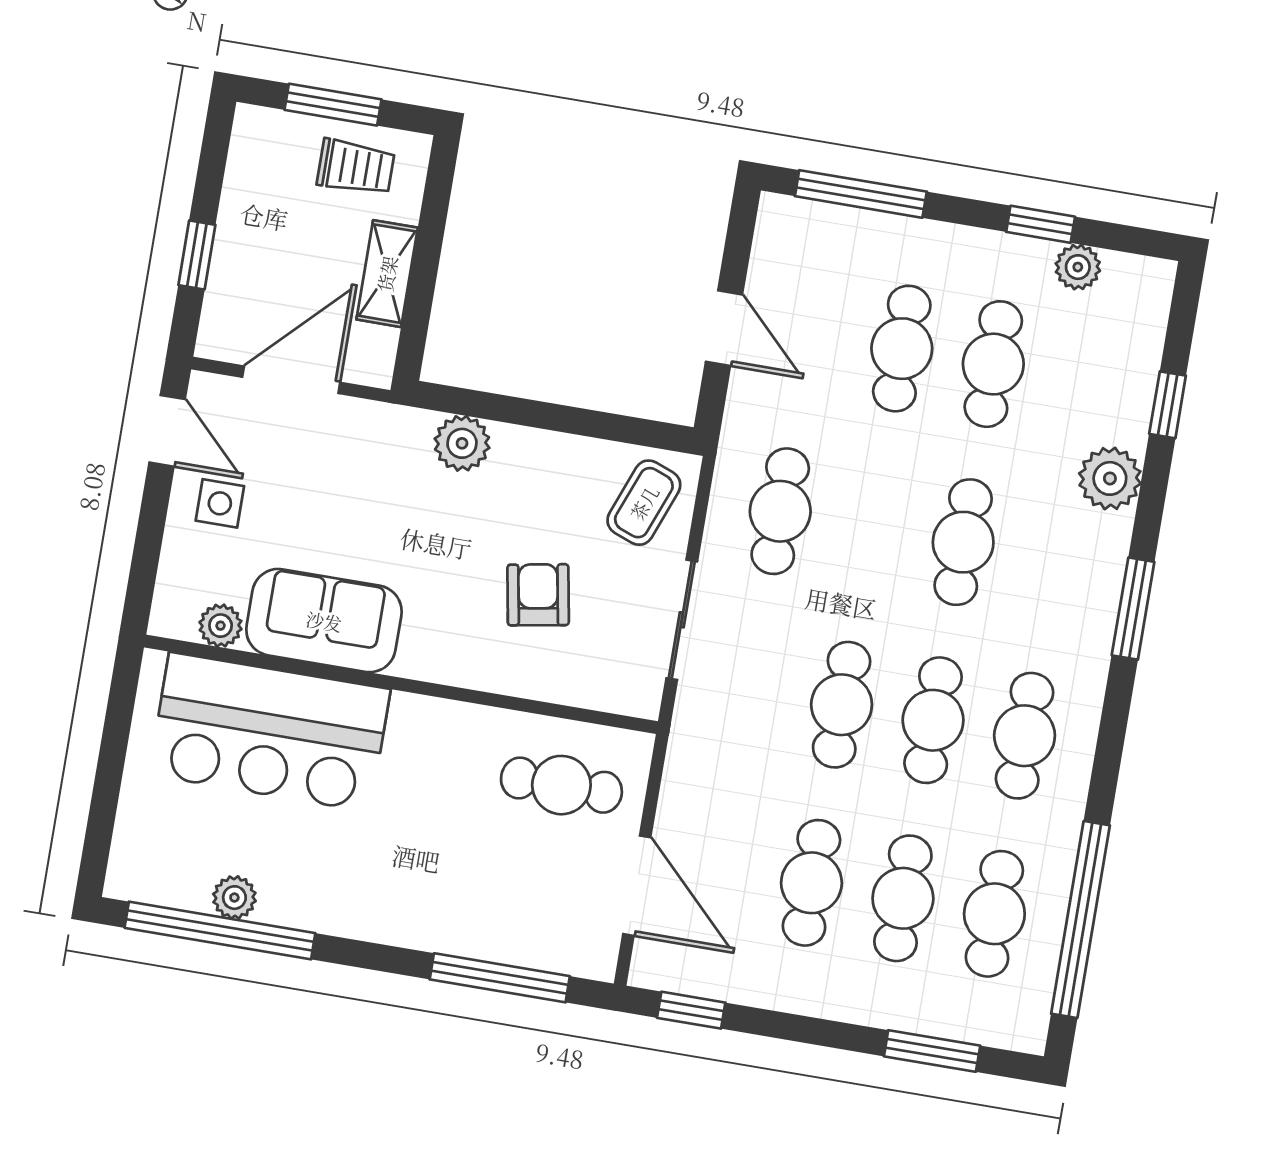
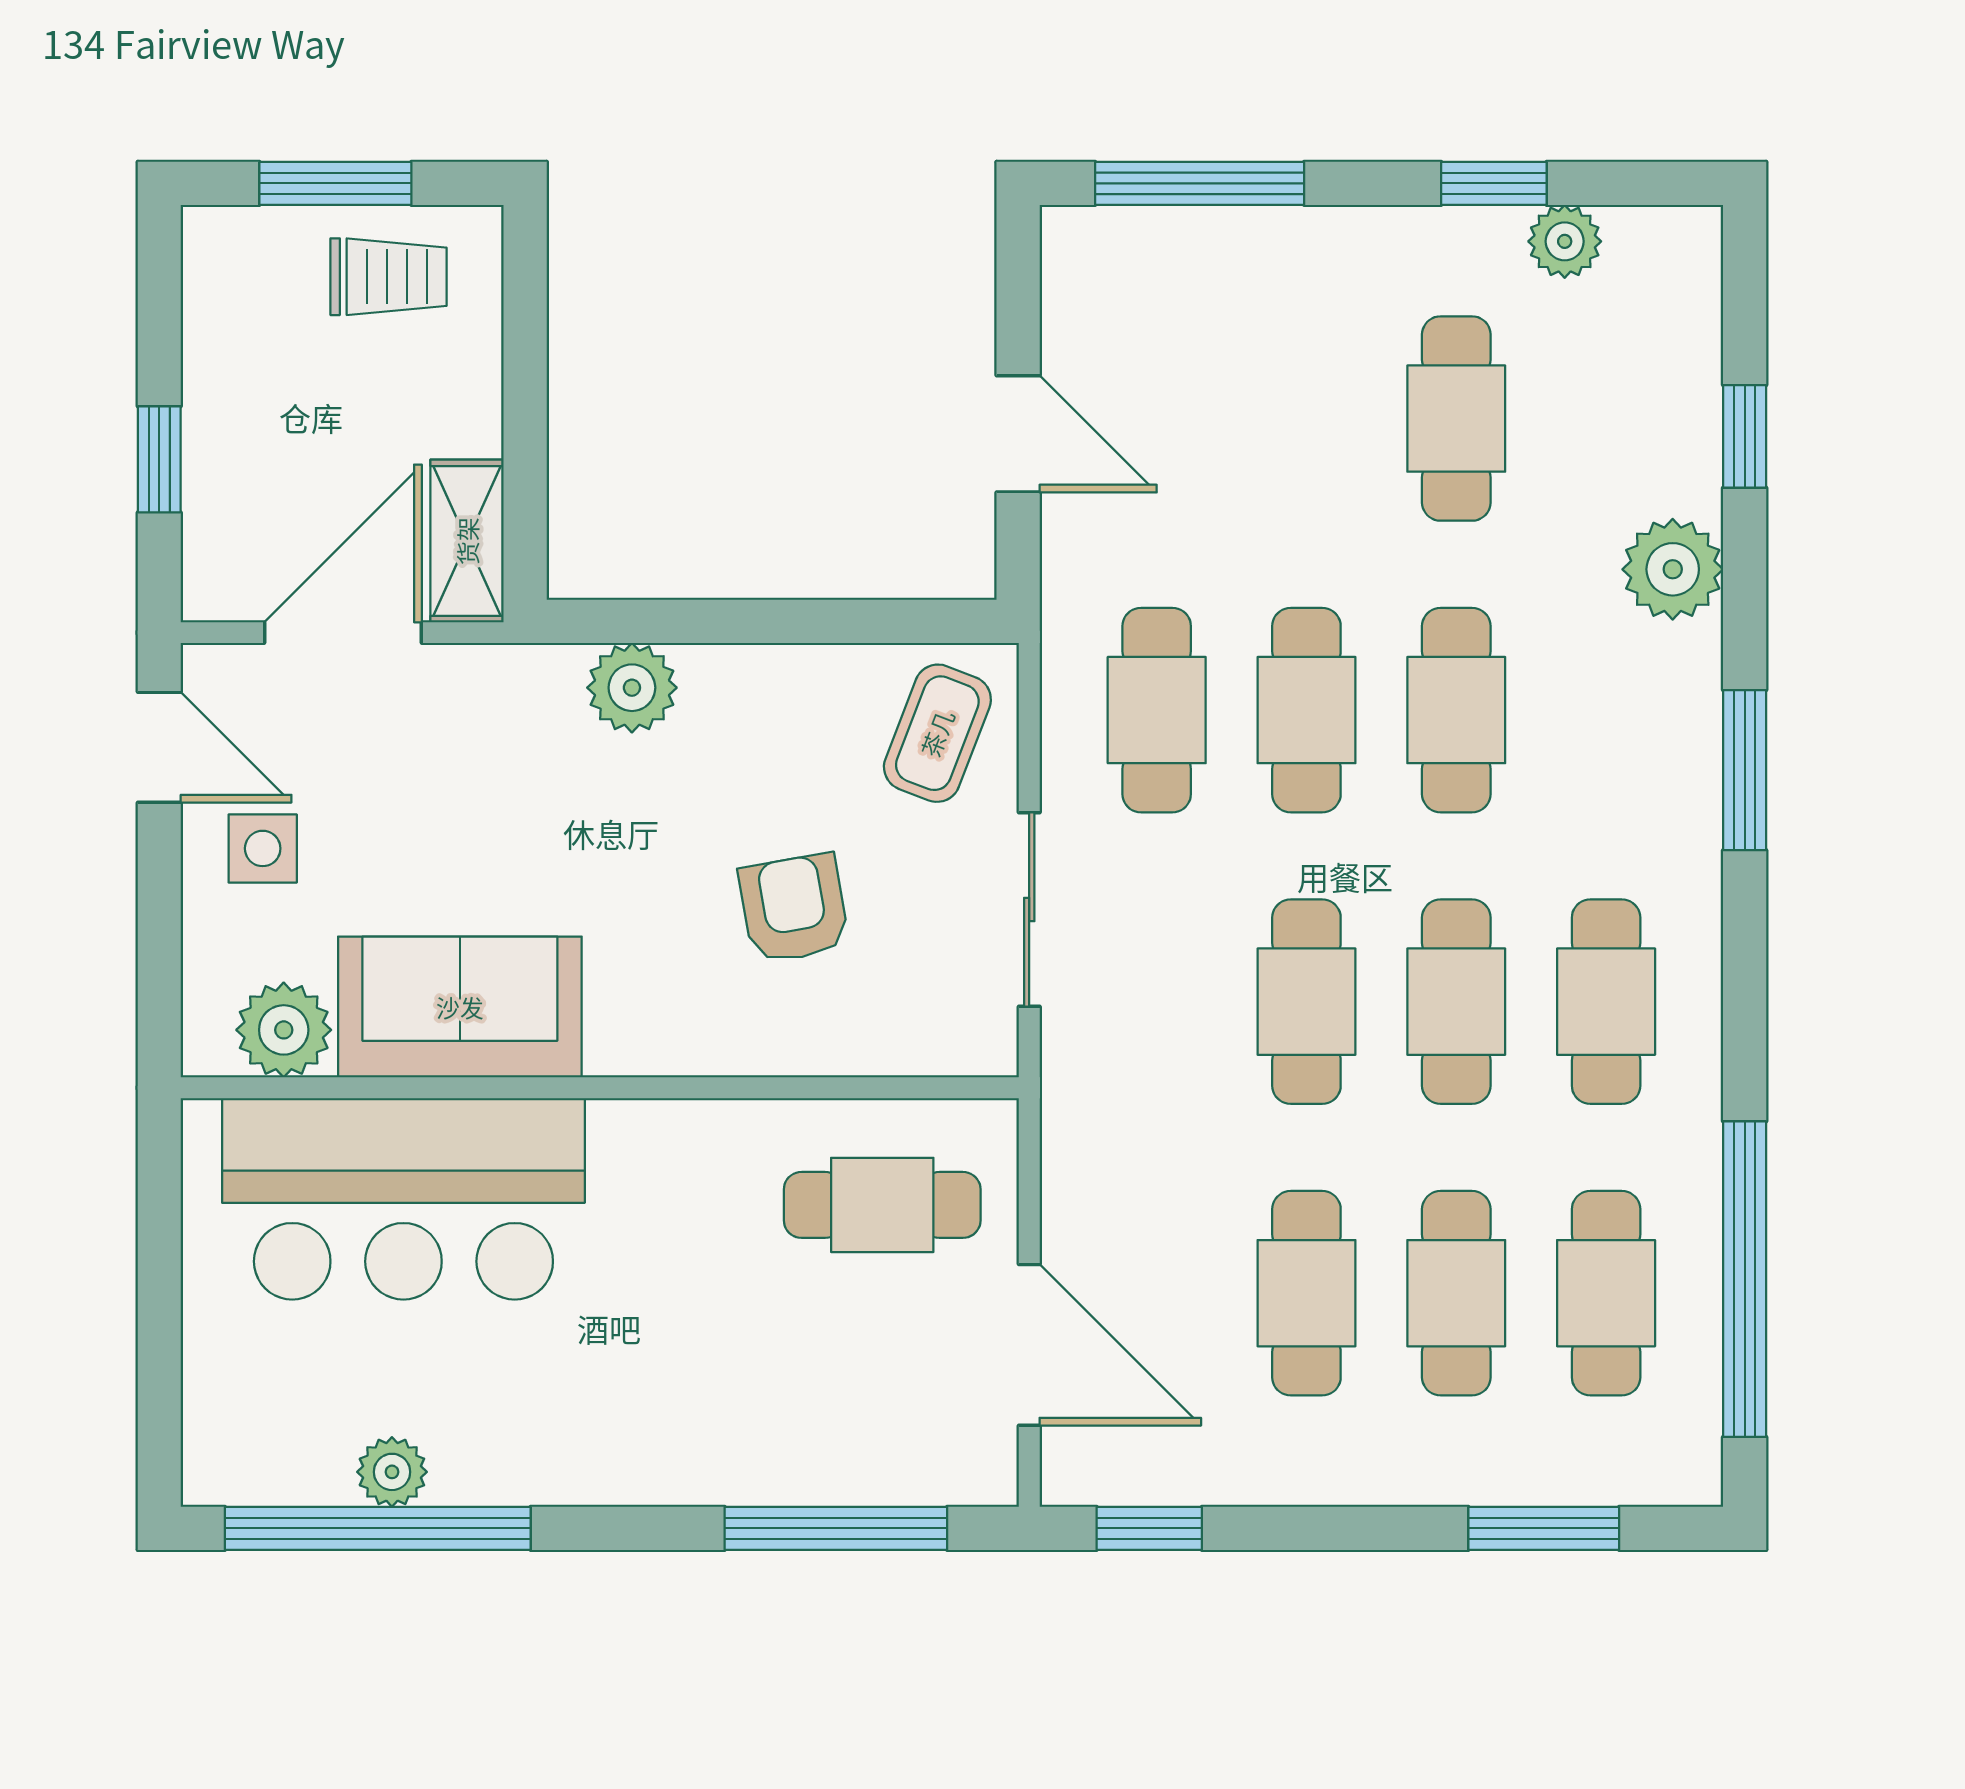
shelving: (387, 274) -> (467, 541), moved
cafe table: (902, 349) -> (1306, 710), moved
plant: (221, 626) -> (284, 1030), width x1.38, depth x1.38

